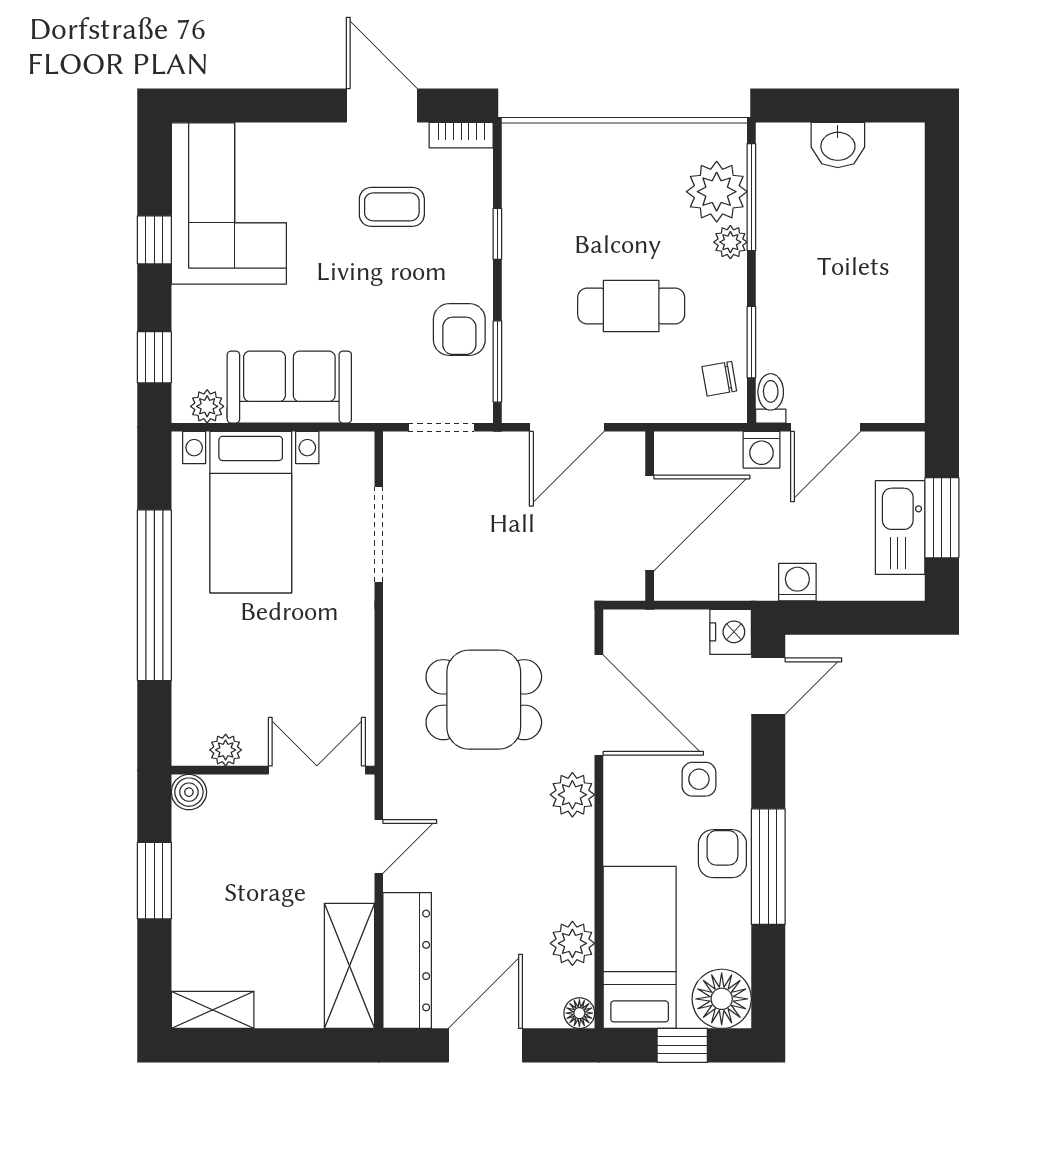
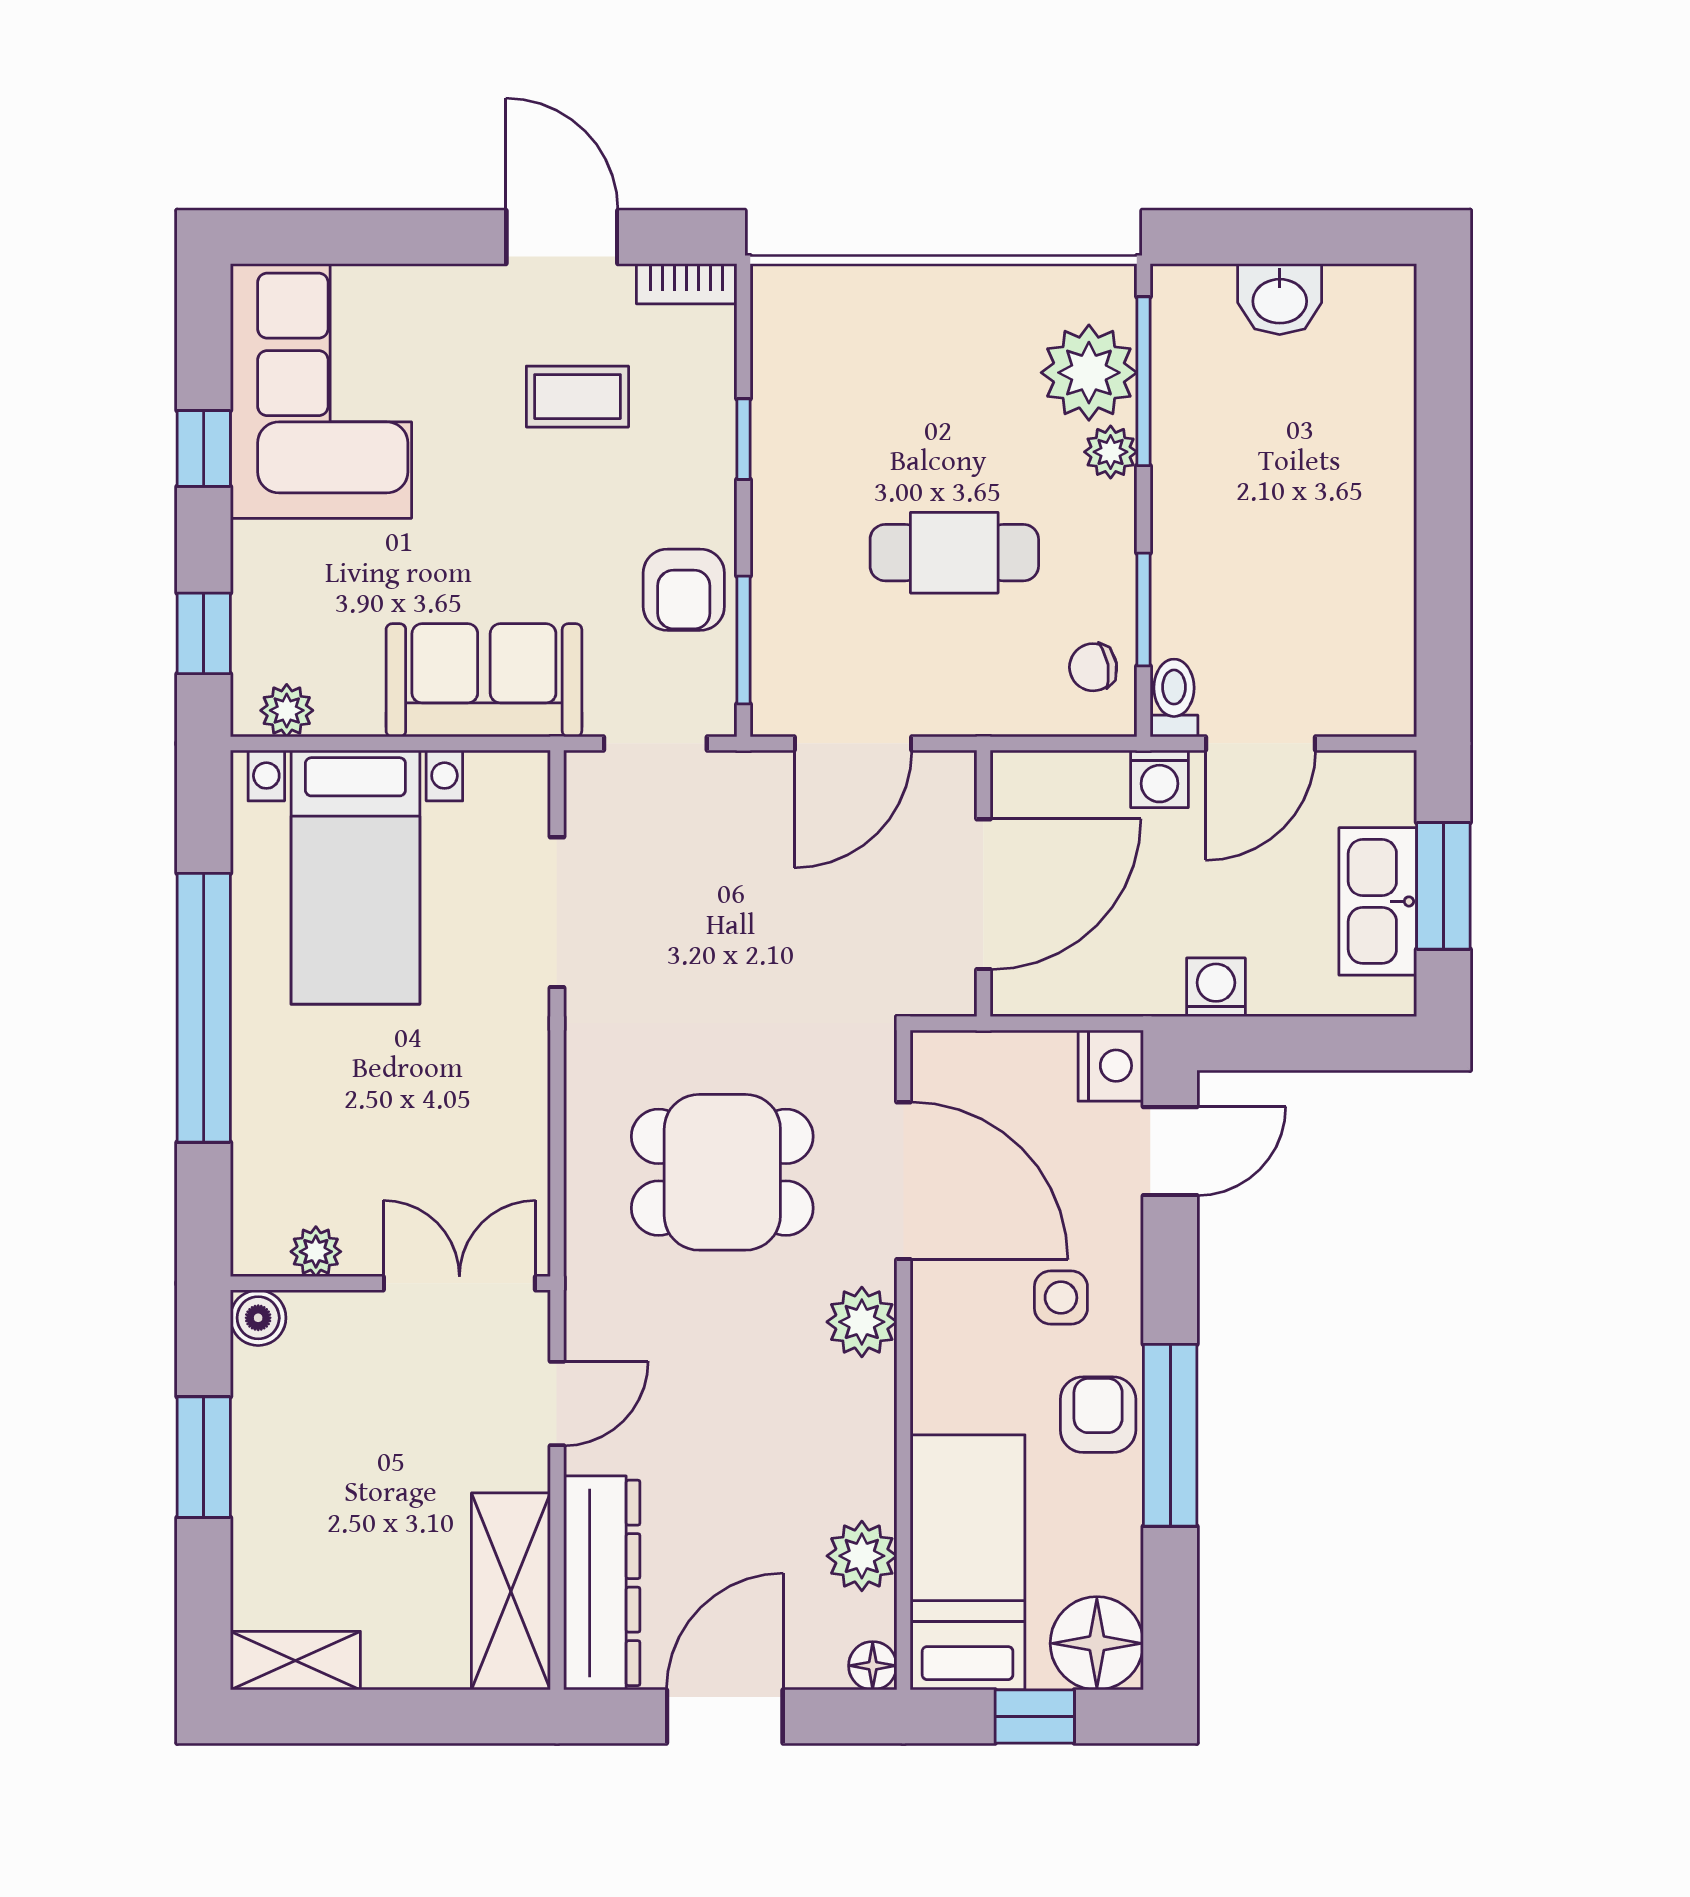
sofa: (289, 387) -> (484, 680), moved

